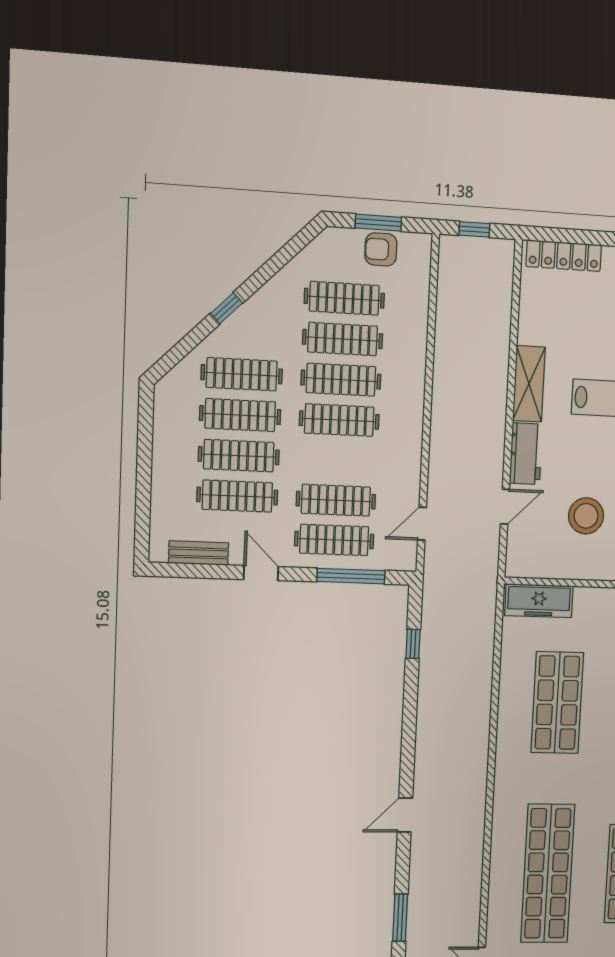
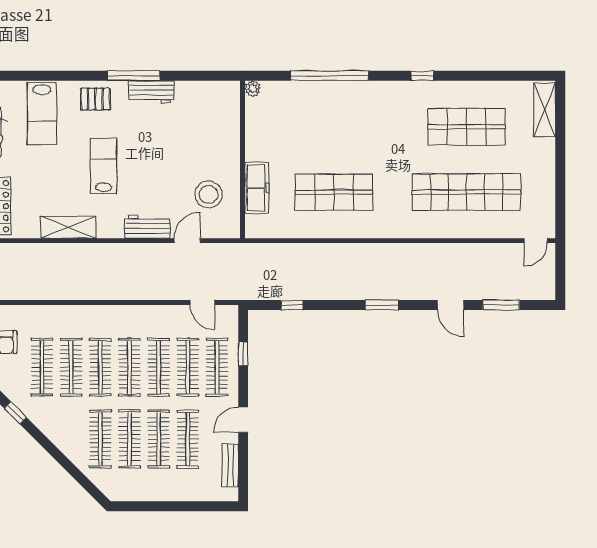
window: (227, 308) -> (15, 413), moved
shelving: (529, 384) -> (68, 227), moved
clothes rail: (338, 460) -> (159, 367), added
door: (505, 507) -> (187, 241), hinge flipped
stool: (586, 516) -> (209, 194), moved
window: (351, 576) -> (243, 354), width x0.46
freezer: (539, 601) -> (257, 188), moved
window: (407, 763) -> (382, 305), added
door: (405, 815) -> (451, 305), moved

